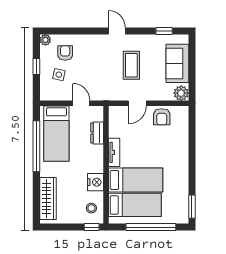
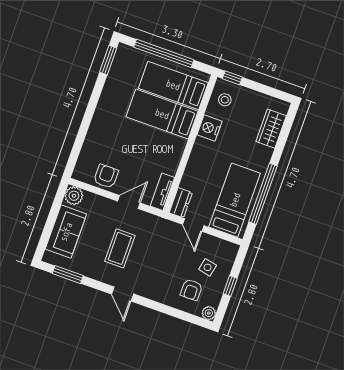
window: (164, 31) -> (68, 275), width x1.50
dresser: (97, 133) -> (181, 203), moved
tv unit: (114, 152) -> (162, 192), moved
wardrobe: (48, 199) -> (271, 129), width x0.67

